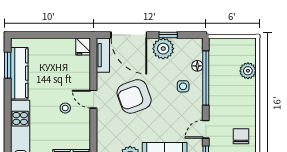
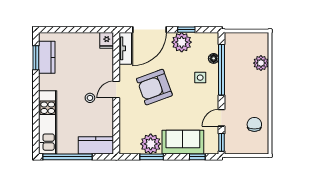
door: (129, 35) -> (150, 30), hinge flipped
kitchen counter: (19, 73) -> (47, 57), width x0.67
door: (93, 99) -> (116, 90), hinge flipped

